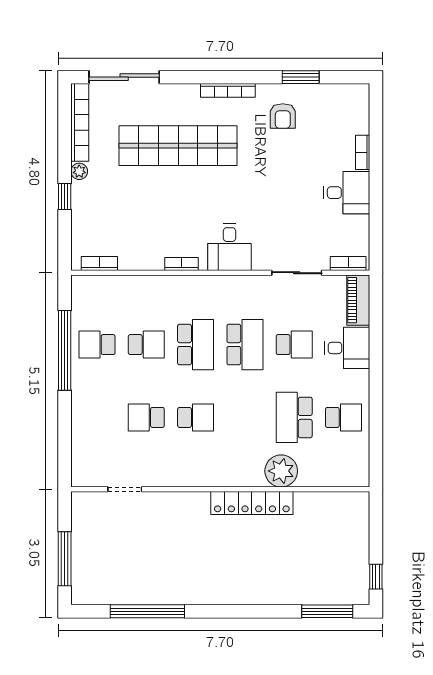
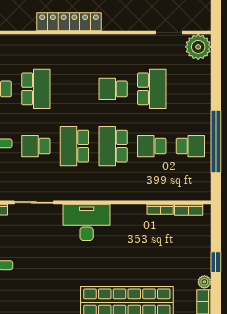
desk: (229, 247) -> (87, 222), width x1.37
bookcase: (181, 264) -> (160, 209), moved
school desk: (146, 417) -> (152, 89), width x1.85
plant: (281, 471) -> (198, 47), moved

